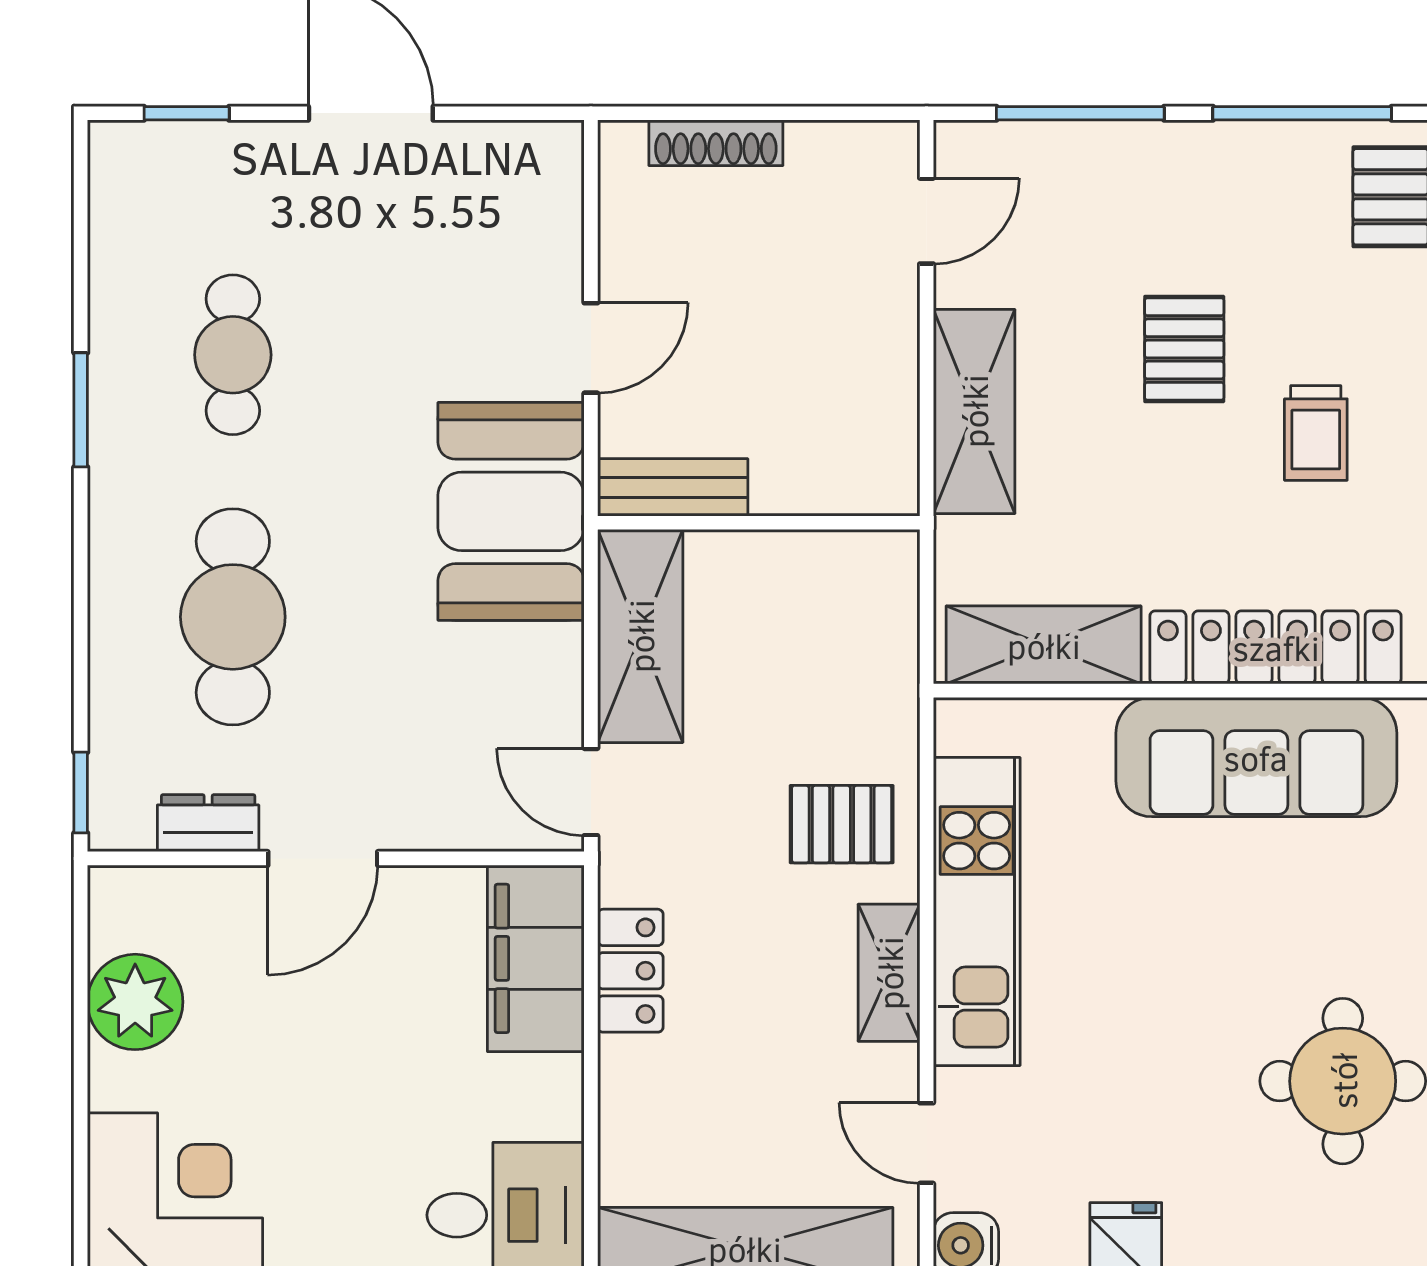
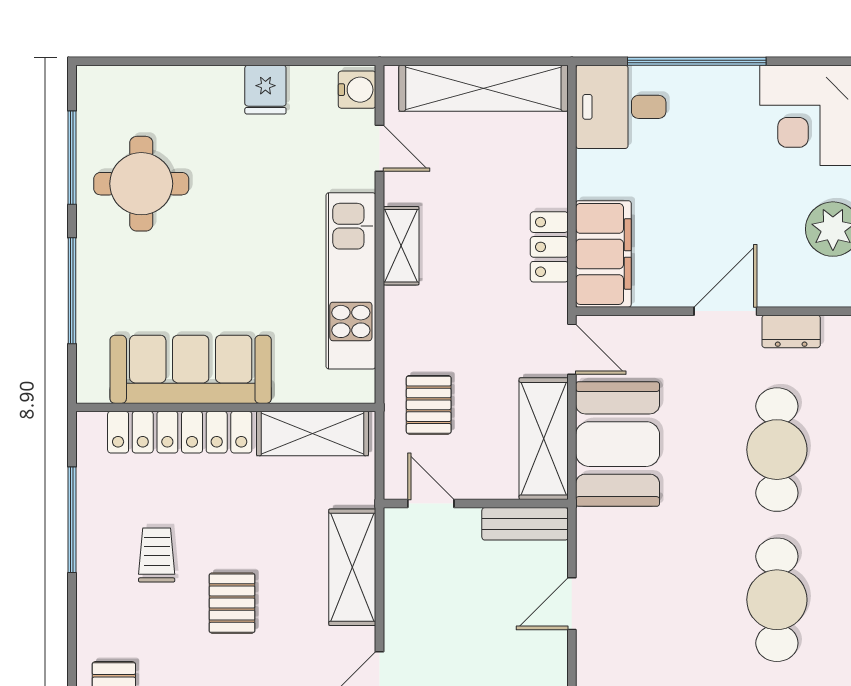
cafe table: (233, 355) -> (777, 600), width x1.37, depth x1.35
booth: (511, 511) -> (618, 444), moved
door: (837, 523) -> (431, 504), added
pallet: (842, 824) -> (429, 405), moved, turned 90

